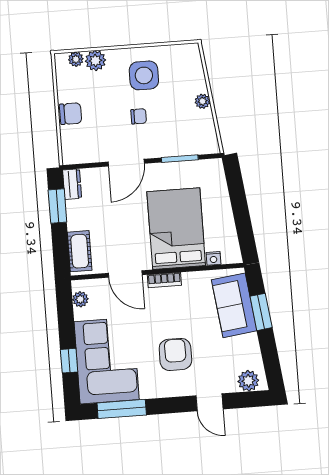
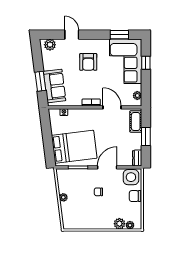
side table: (144, 75) -> (131, 177), moved
window: (57, 206) -> (146, 137), moved
bed: (176, 229) -> (74, 147), moved, turned -97
window: (122, 409) -> (119, 35), width x0.69

